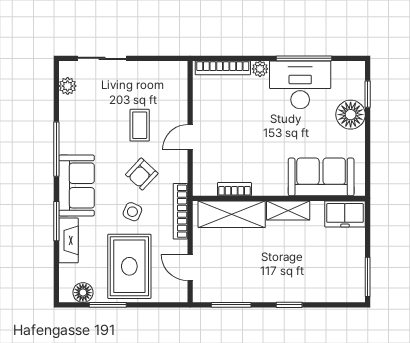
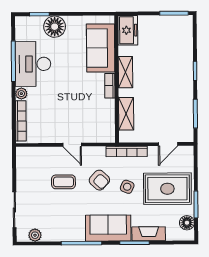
bookcase: (234, 189) -> (110, 86), moved
shelving: (232, 214) -> (126, 114), width x0.67, depth x0.75

